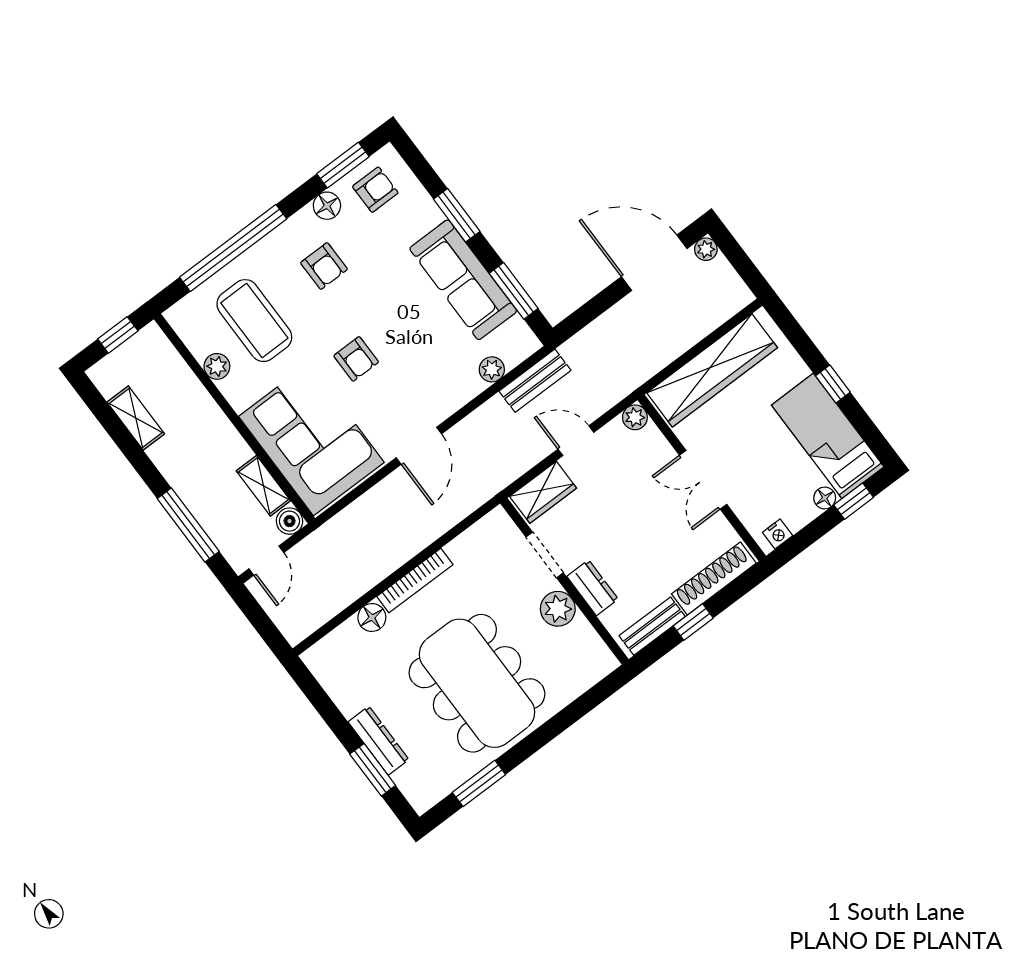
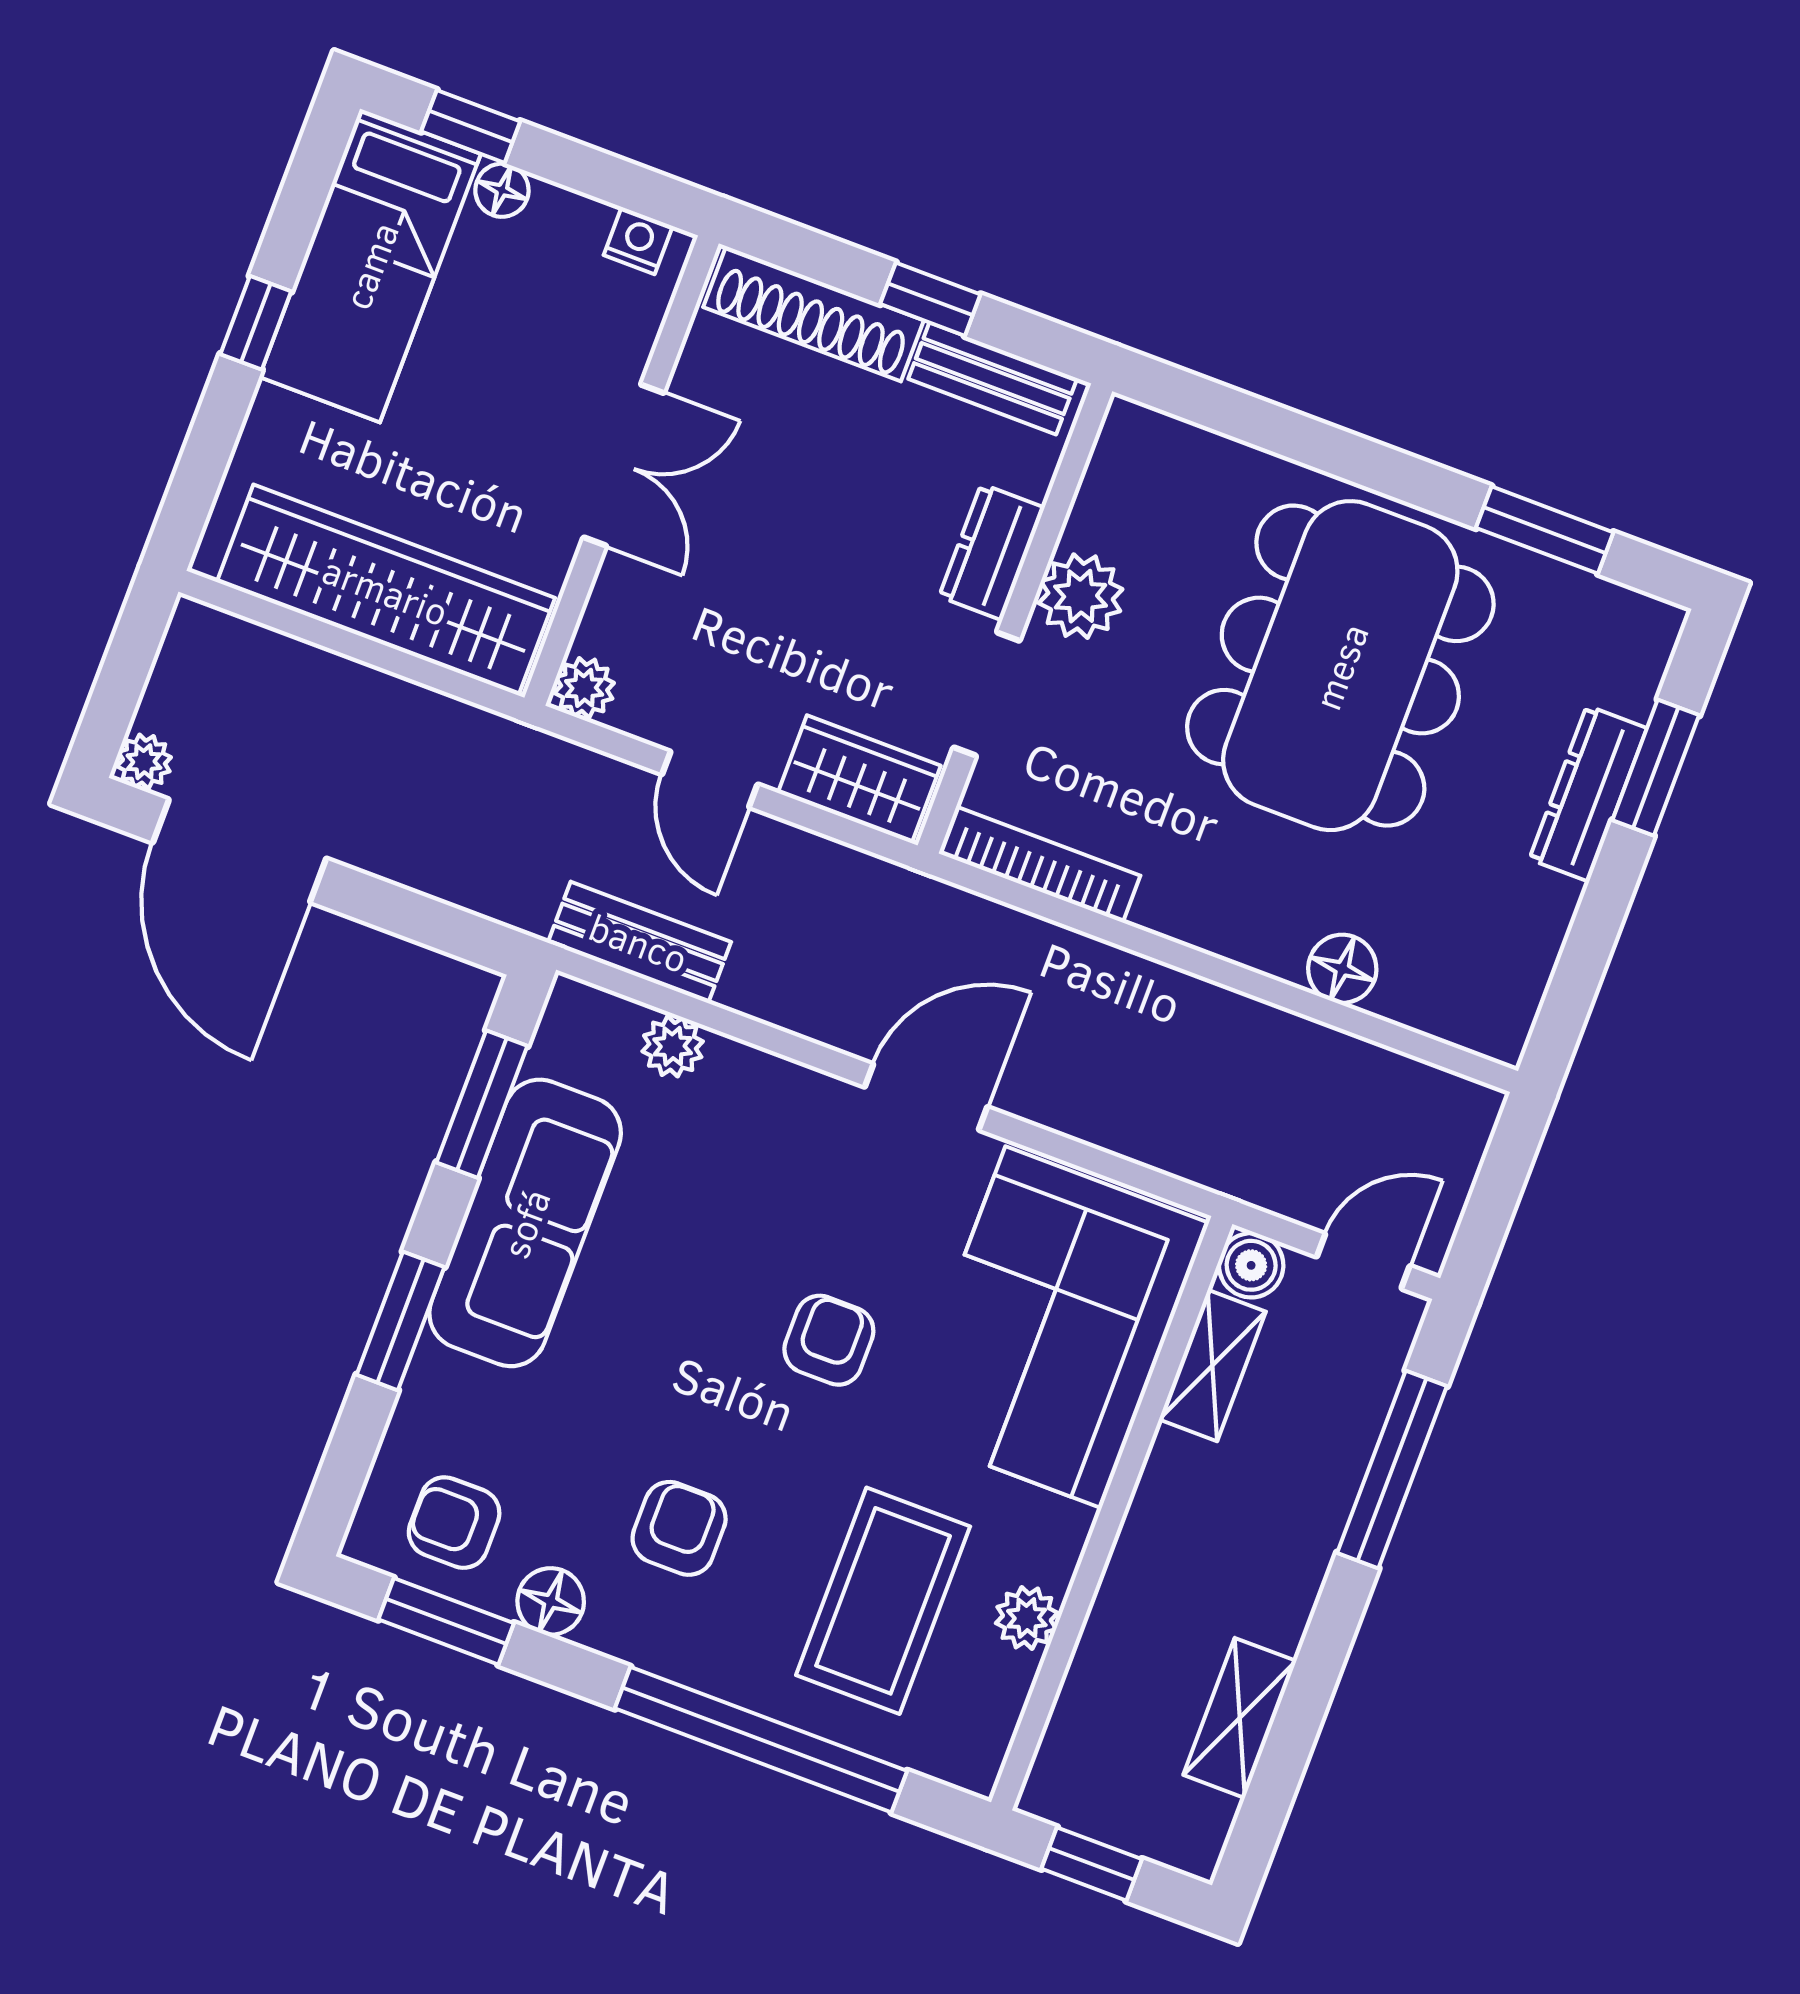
bookcase: (415, 581) -> (1039, 865), moved

